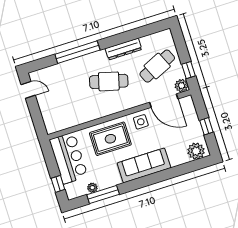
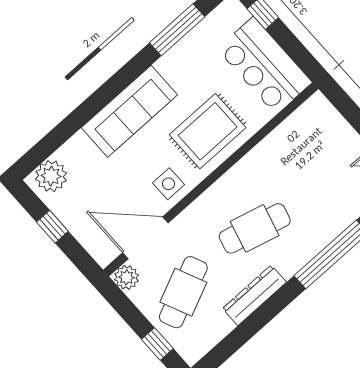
window: (189, 70) -> (157, 344), moved
plant: (92, 188) -> (201, 33), removed

